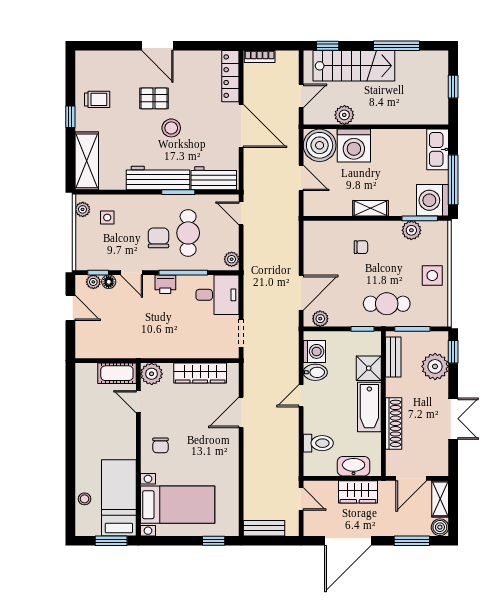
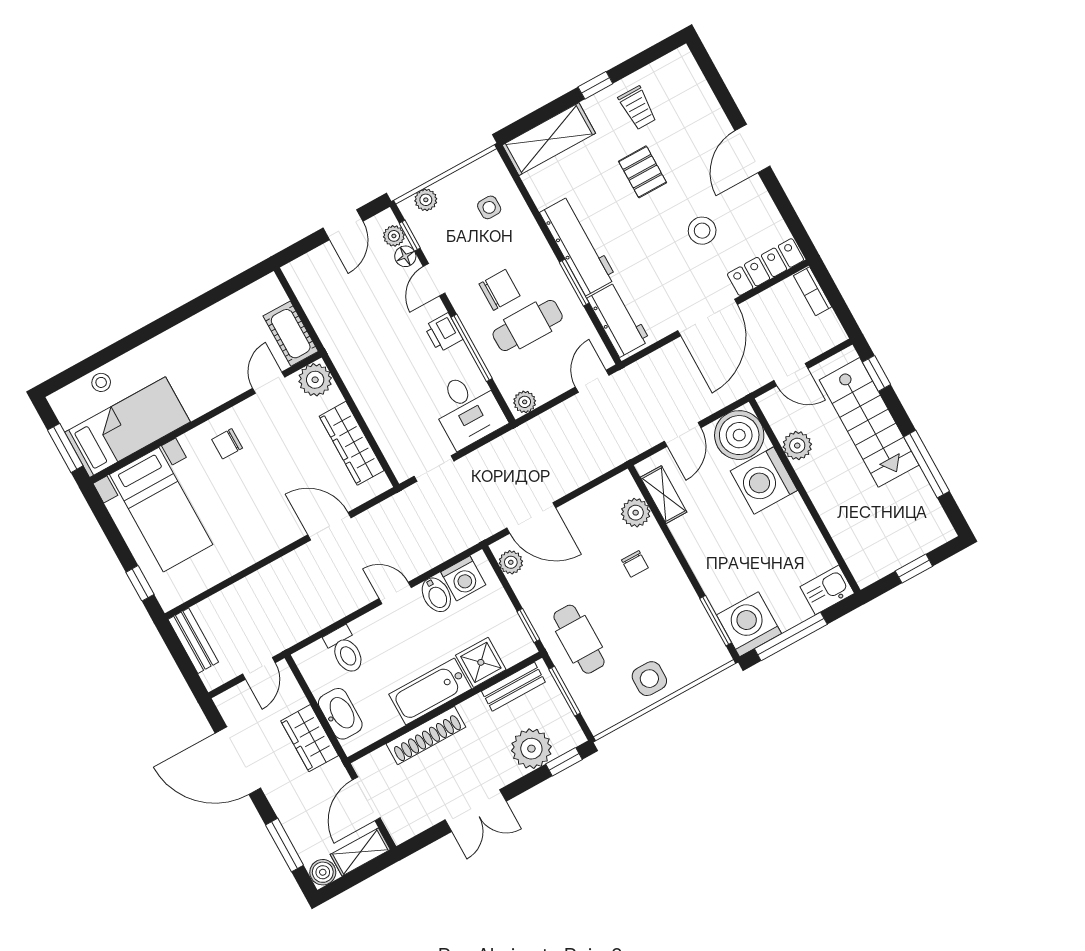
pallet: (154, 98) -> (643, 172), moved
stool: (171, 128) -> (702, 231), moved
kitchen sink: (438, 149) -> (827, 590), width x0.73
shelving: (370, 208) -> (664, 495), moved
plant: (83, 209) -> (426, 200), moved
plant: (411, 230) -> (636, 513), moved
door: (411, 478) -> (366, 799), hinge flipped

